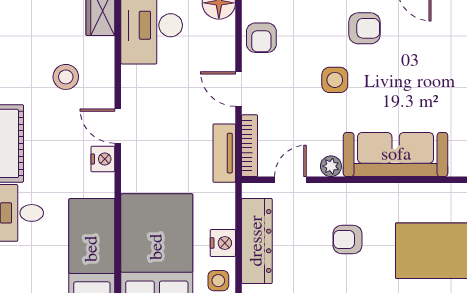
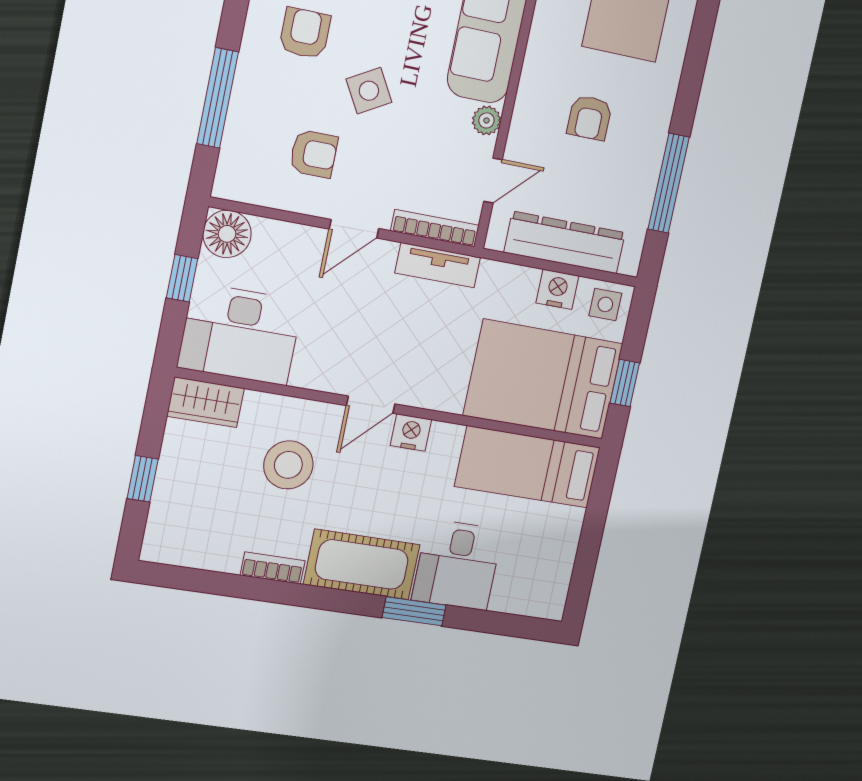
armchair: (261, 38) -> (314, 154), moved
stool: (66, 77) -> (288, 465), width x1.38, depth x1.38
side table: (335, 80) -> (369, 91), turned -30
door: (290, 180) -> (493, 180), swing flipped

